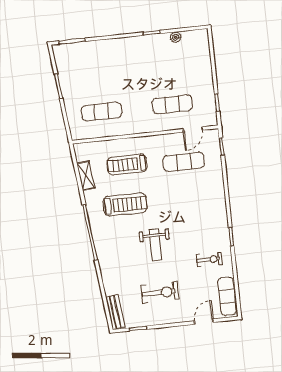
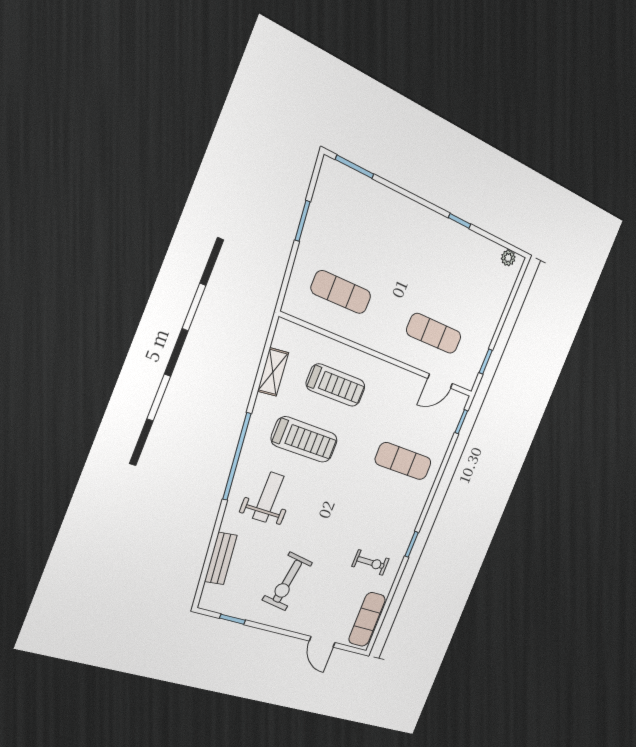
plant: (176, 37) -> (508, 258), moved
exercise mat: (184, 162) -> (403, 461), moved
treadmill: (127, 165) -> (336, 385), turned 180
weight bench: (155, 245) -> (268, 497), moved, turned 180
exercise bike: (160, 293) -> (287, 581), turned 99
bench: (115, 312) -> (221, 558), moved
door: (204, 322) -> (322, 642), swing flipped

